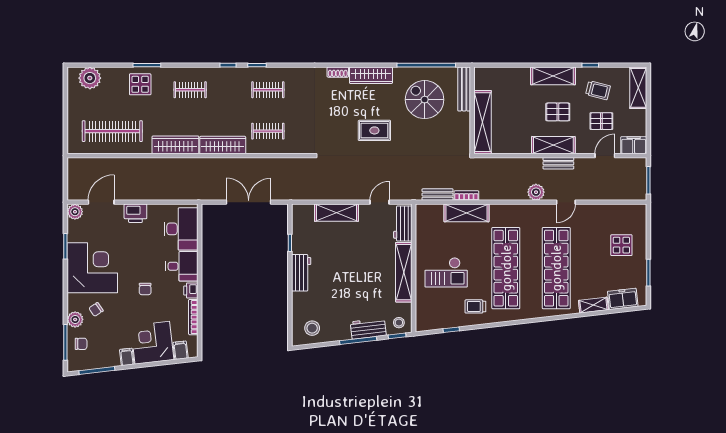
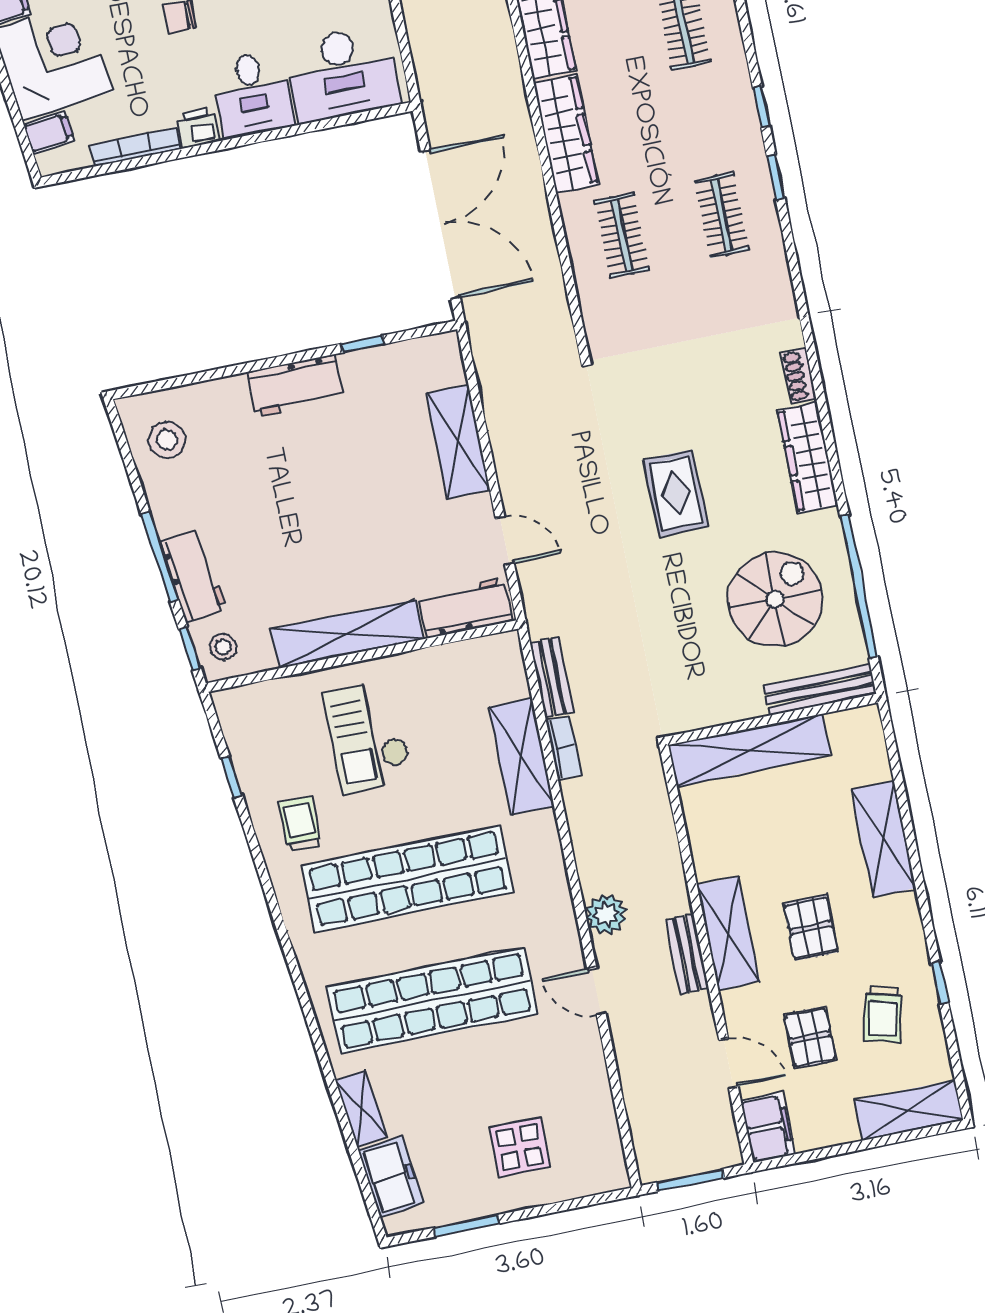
shelving: (553, 76) -> (883, 839), moved
double door: (249, 202) -> (440, 224), width x1.36

